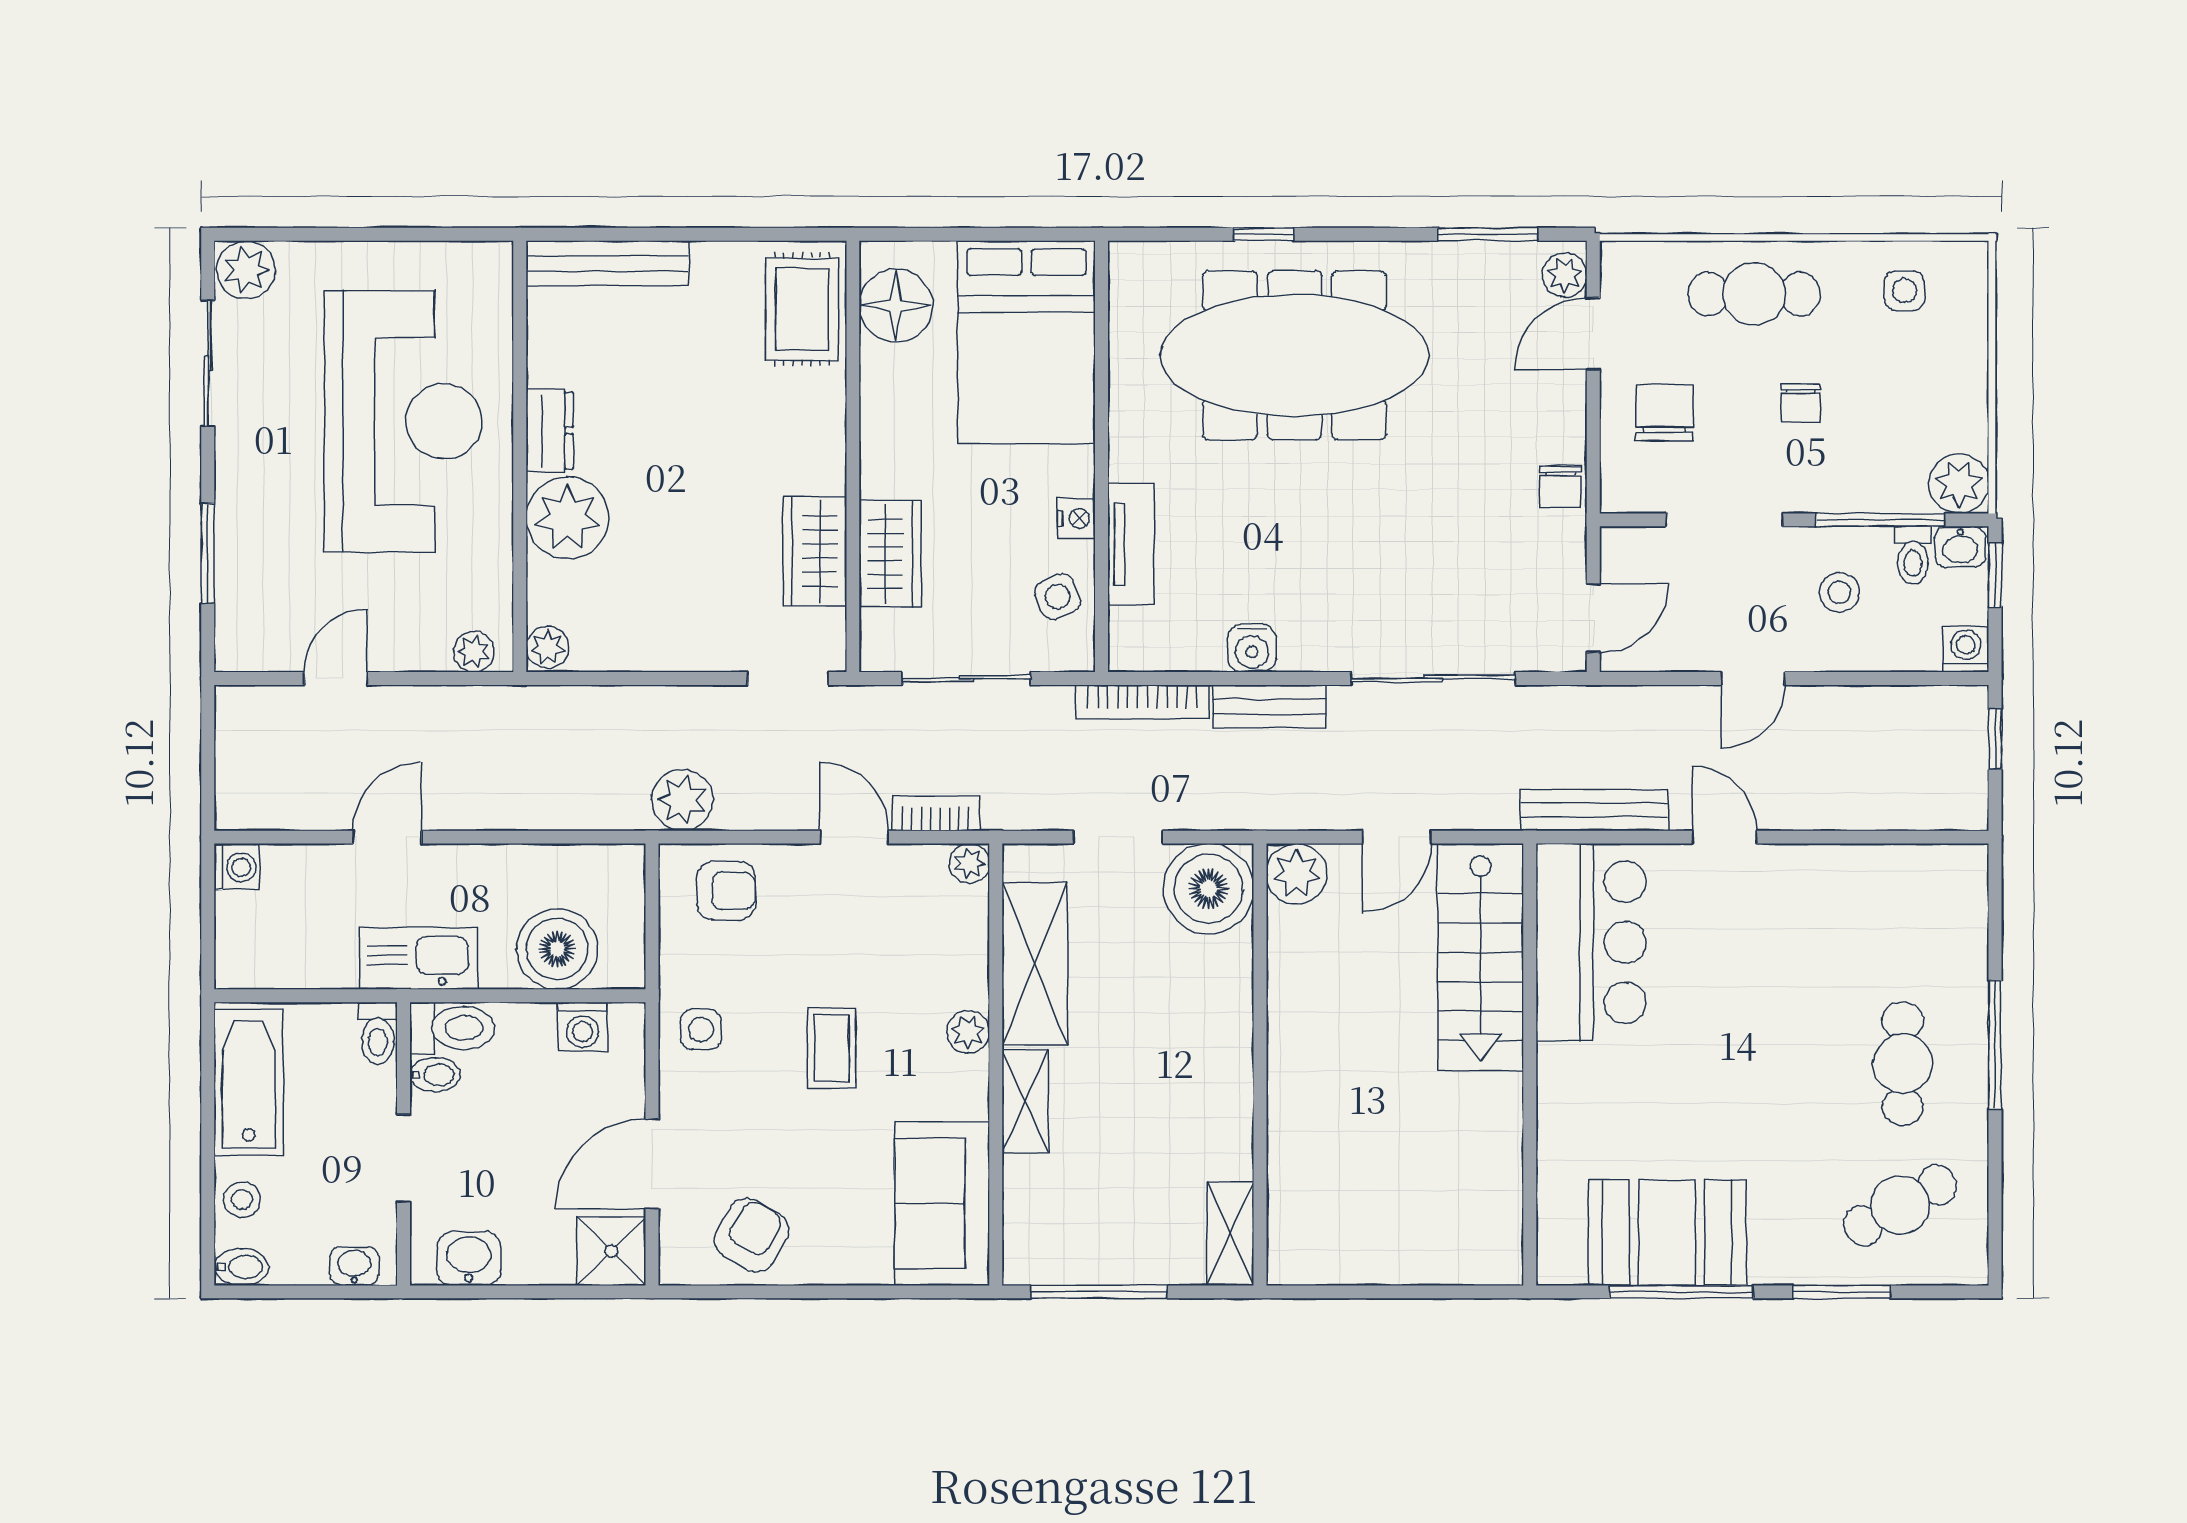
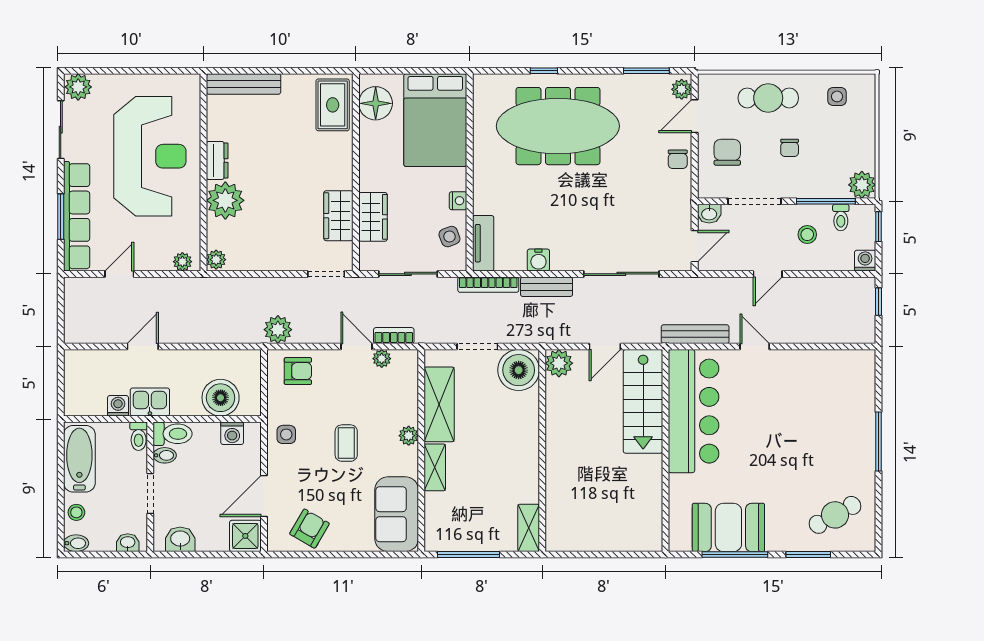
chair: (1560, 487) -> (678, 159), moved
tv unit: (1131, 544) -> (483, 243), moved
washbasin: (1960, 547) -> (709, 214), moved
row of seats: (243, 552) -> (77, 216), added
plant: (969, 863) -> (382, 359), moved
washing machine: (237, 867) -> (118, 406), moved, turned -90
bar counter: (1591, 942) -> (694, 411), width x1.36
kitchen sink: (419, 958) -> (150, 402), width x0.73
cafe table: (1903, 1064) -> (836, 450), removed

